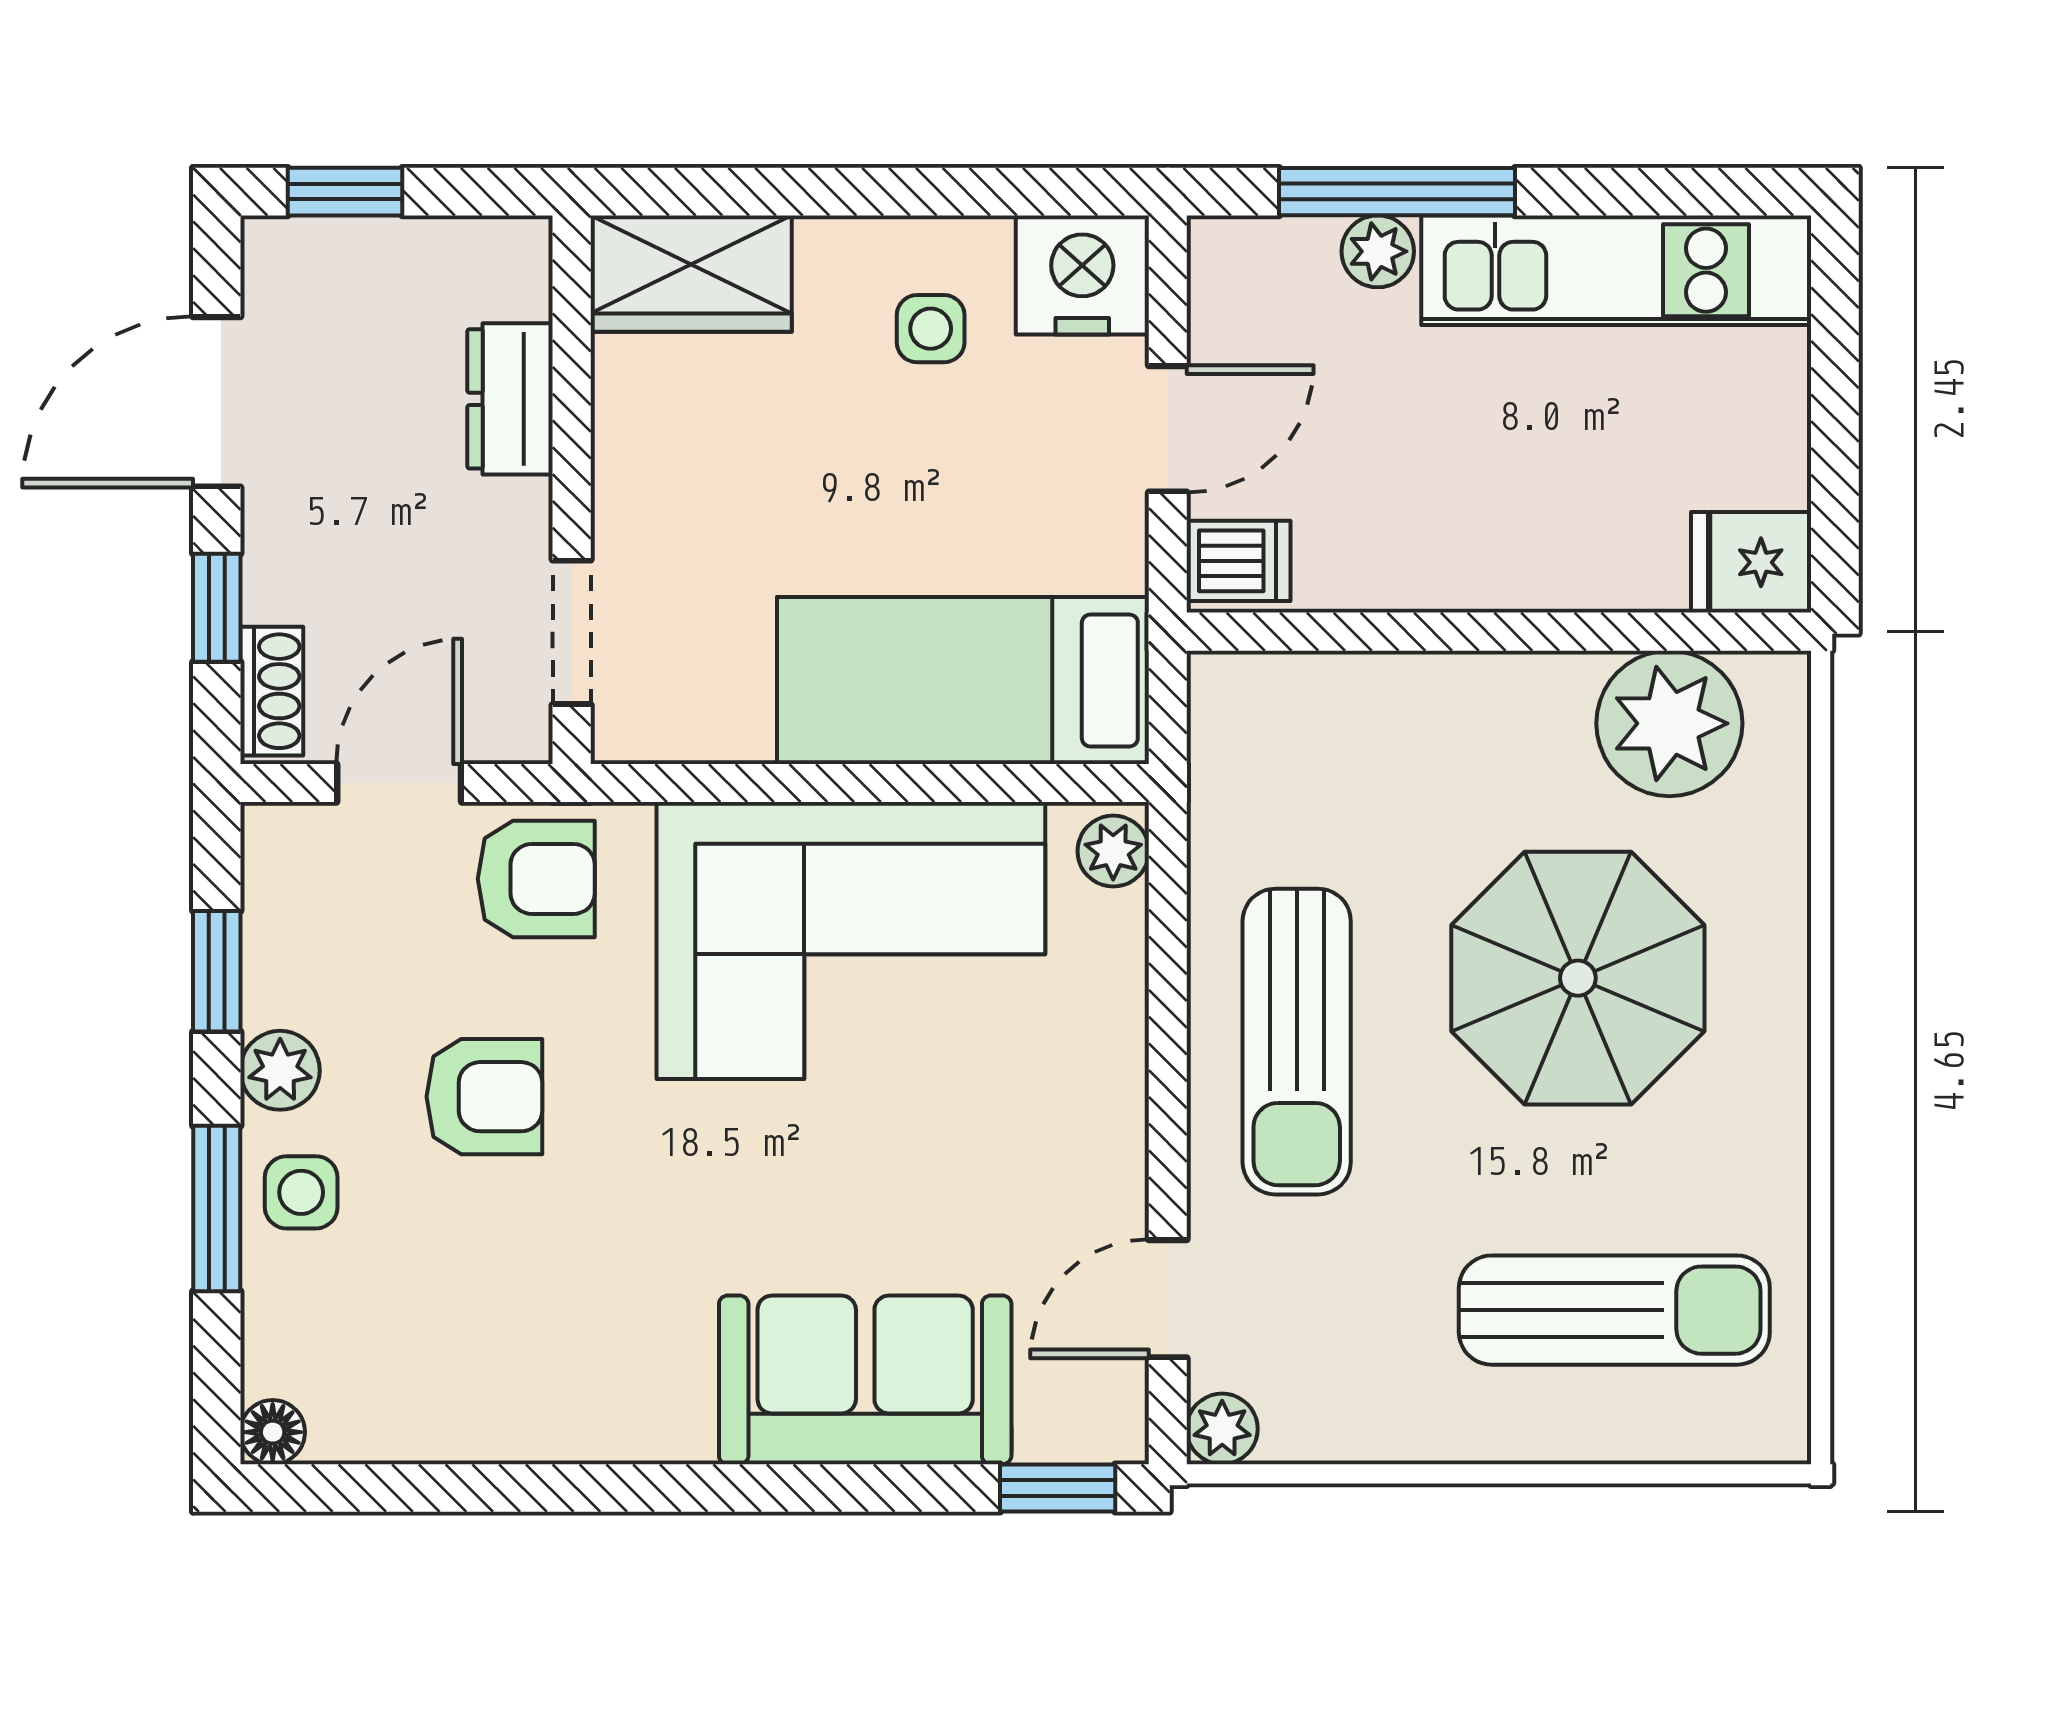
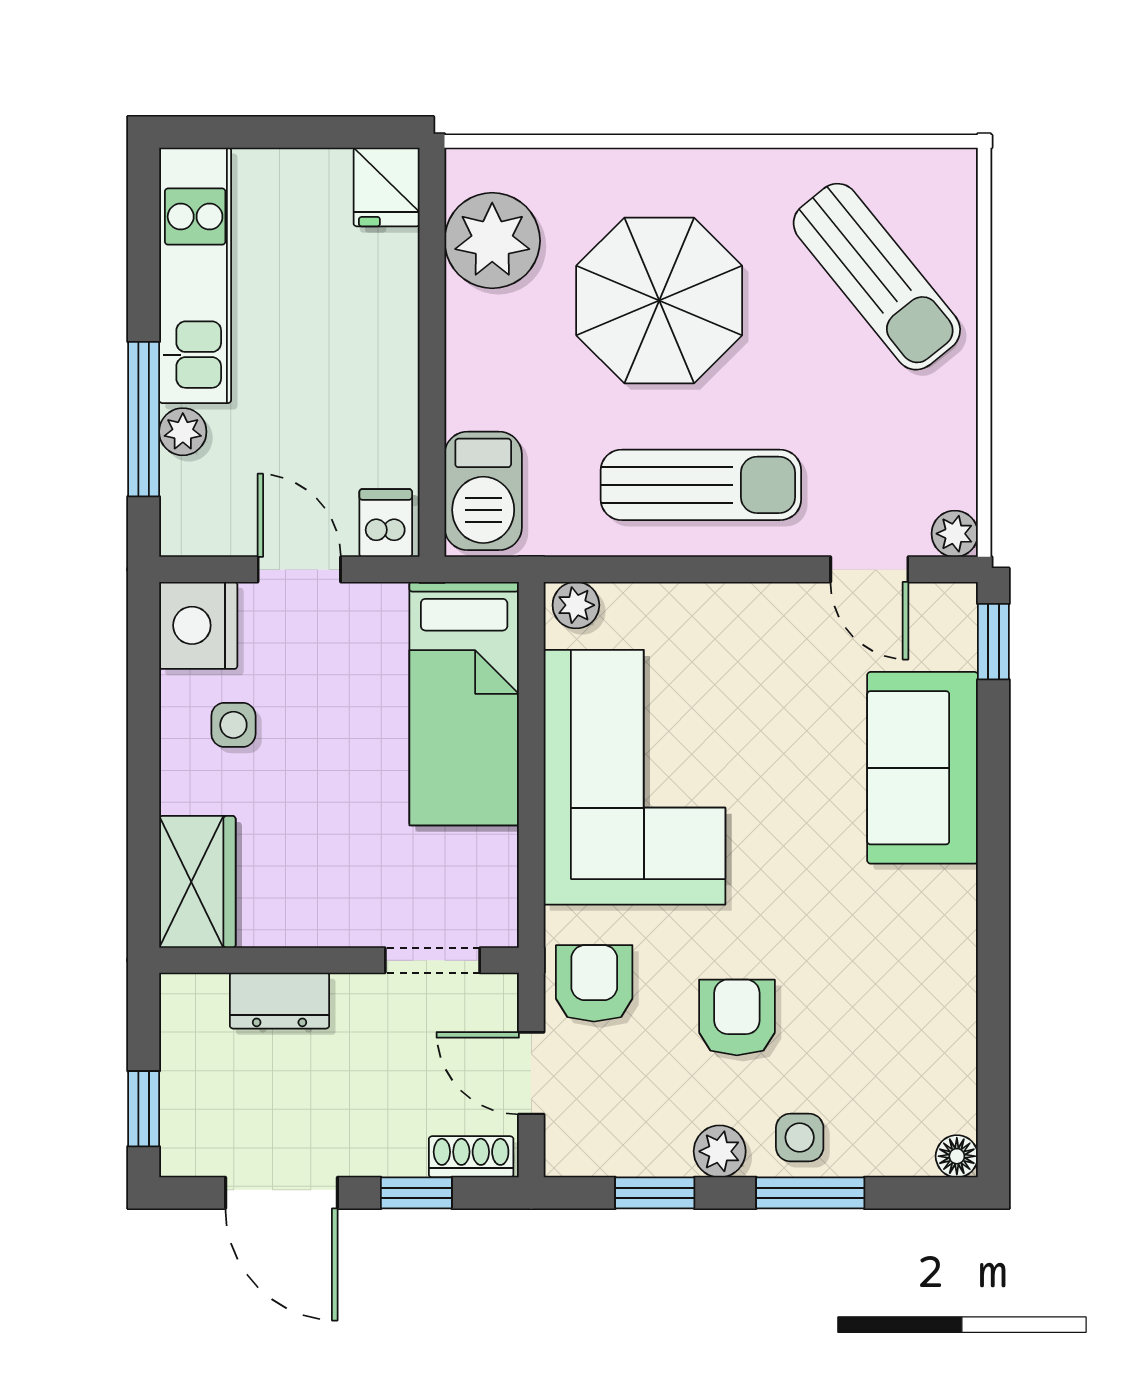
barbecue: (1287, 710) -> (483, 491), added
sun lounger: (1614, 1310) -> (877, 277), turned 141

